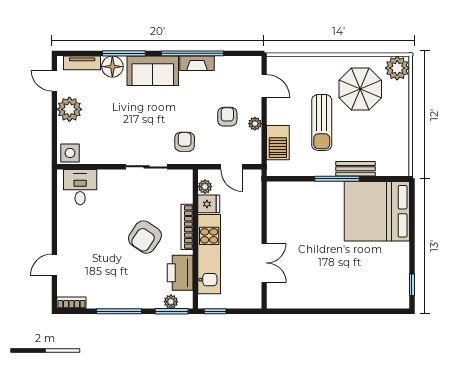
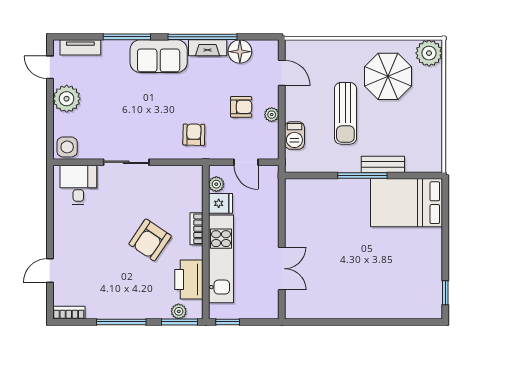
floor lamp: (112, 67) -> (240, 52), moved
armchair: (227, 117) -> (241, 107), turned 90
barbecue: (278, 143) -> (294, 135), width x0.73, depth x0.79
sliding door: (147, 167) -> (126, 162), moved
bed: (377, 211) -> (406, 203), width x0.73
bookcase: (187, 227) -> (196, 229), width x0.64

